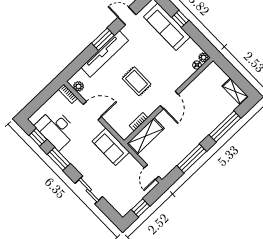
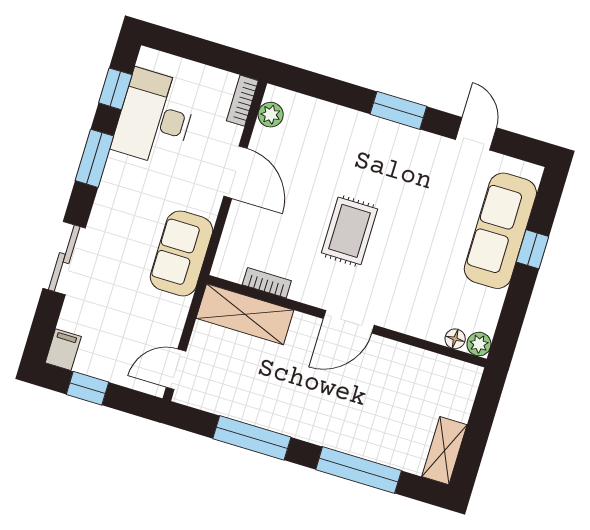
tv unit: (105, 54) -> (370, 131), removed
filing cabinet: (122, 209) -> (63, 350), added

